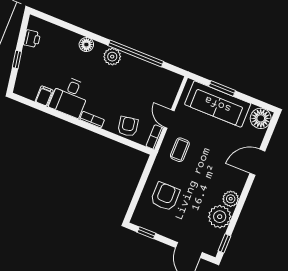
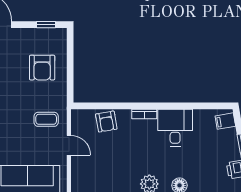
filing cabinet: (44, 96) -> (225, 121), moved, turned 80
bookcase: (155, 137) -> (76, 122), removed
coffee table: (180, 150) -> (46, 119), turned 90

